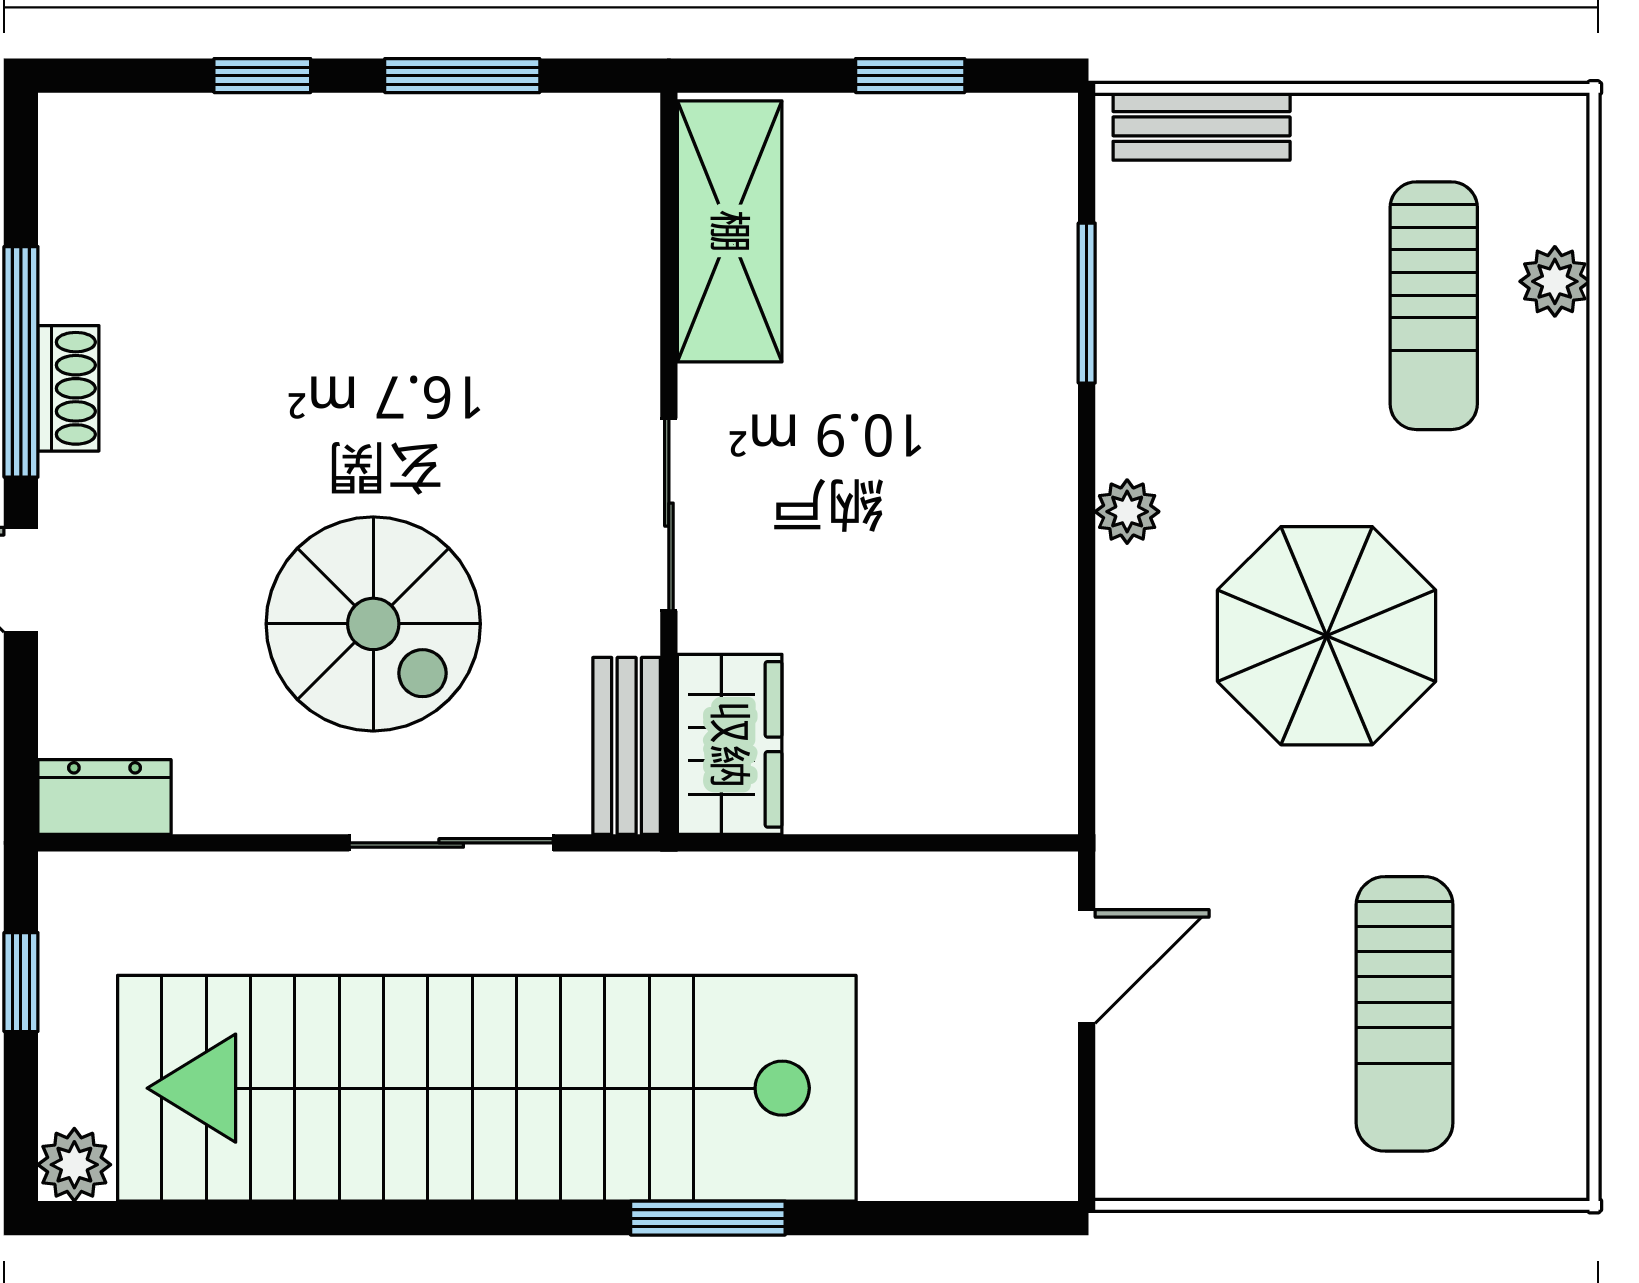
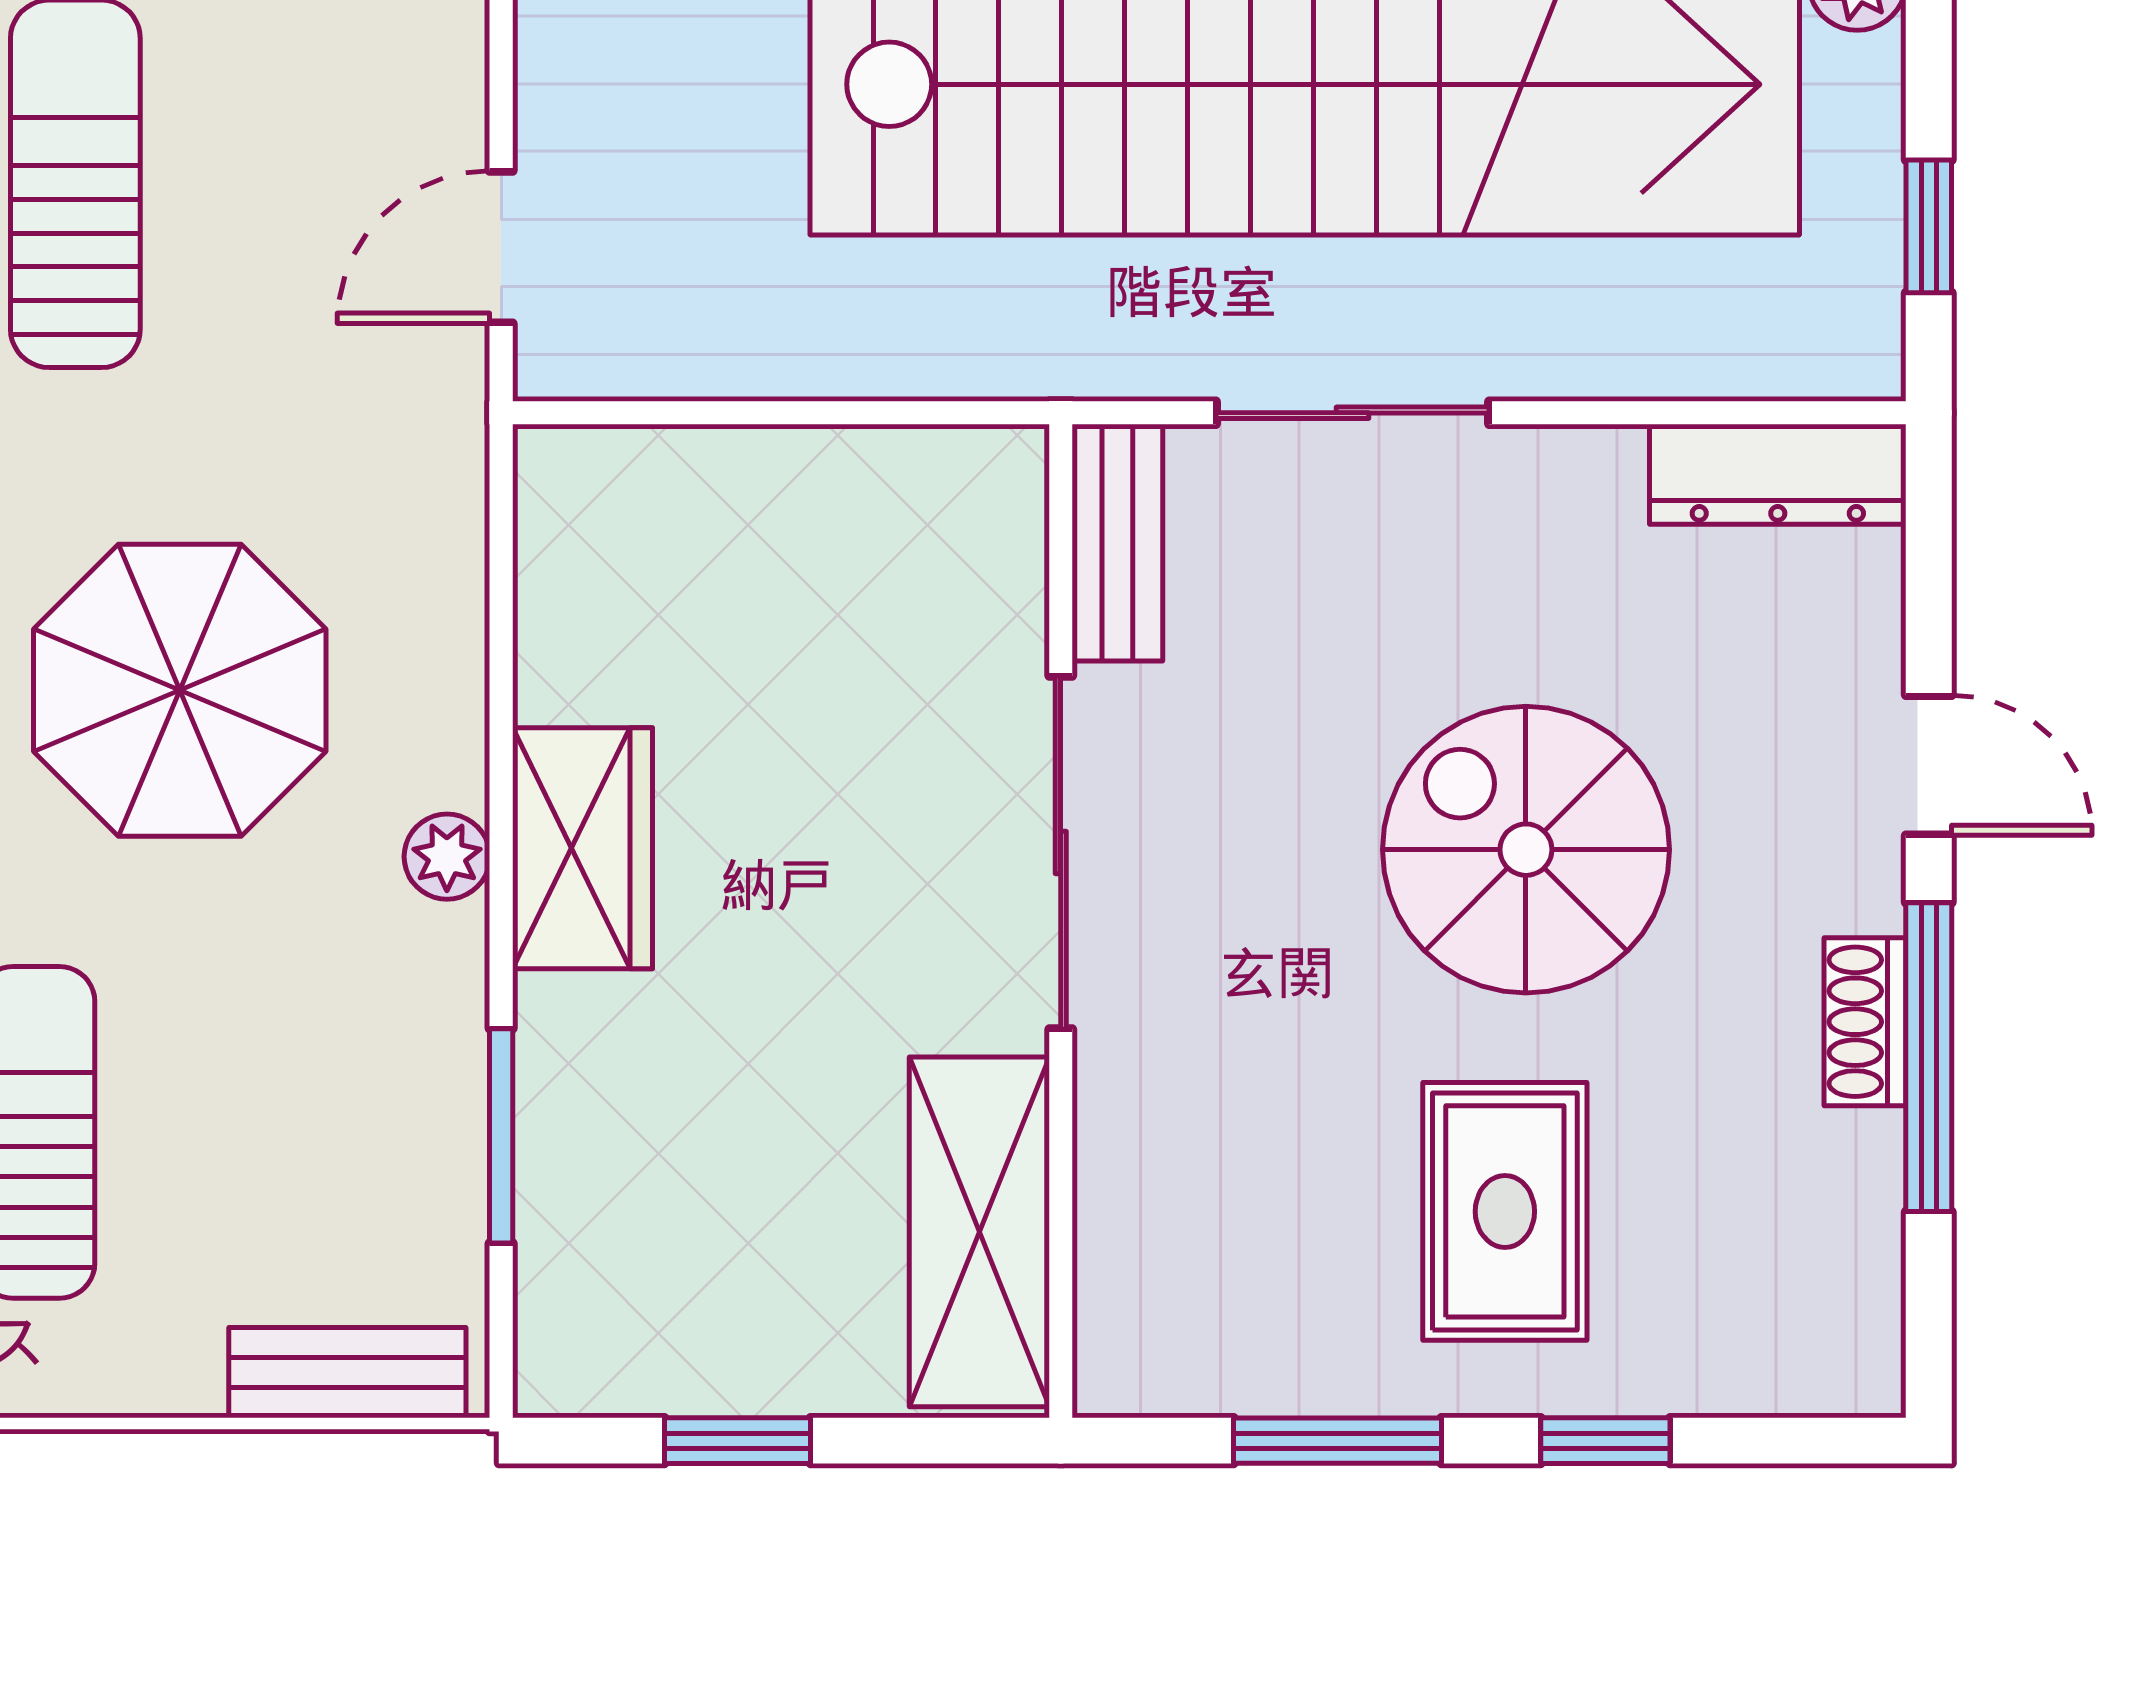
rug: (337, 247) -> (1505, 1211), added
sliding door: (669, 515) -> (1061, 852), width x1.37
spiral stairs: (373, 624) -> (1526, 850), moved
wardrobe: (730, 744) -> (583, 848), moved, turned 180
dresser: (105, 797) -> (1778, 474), width x1.44

